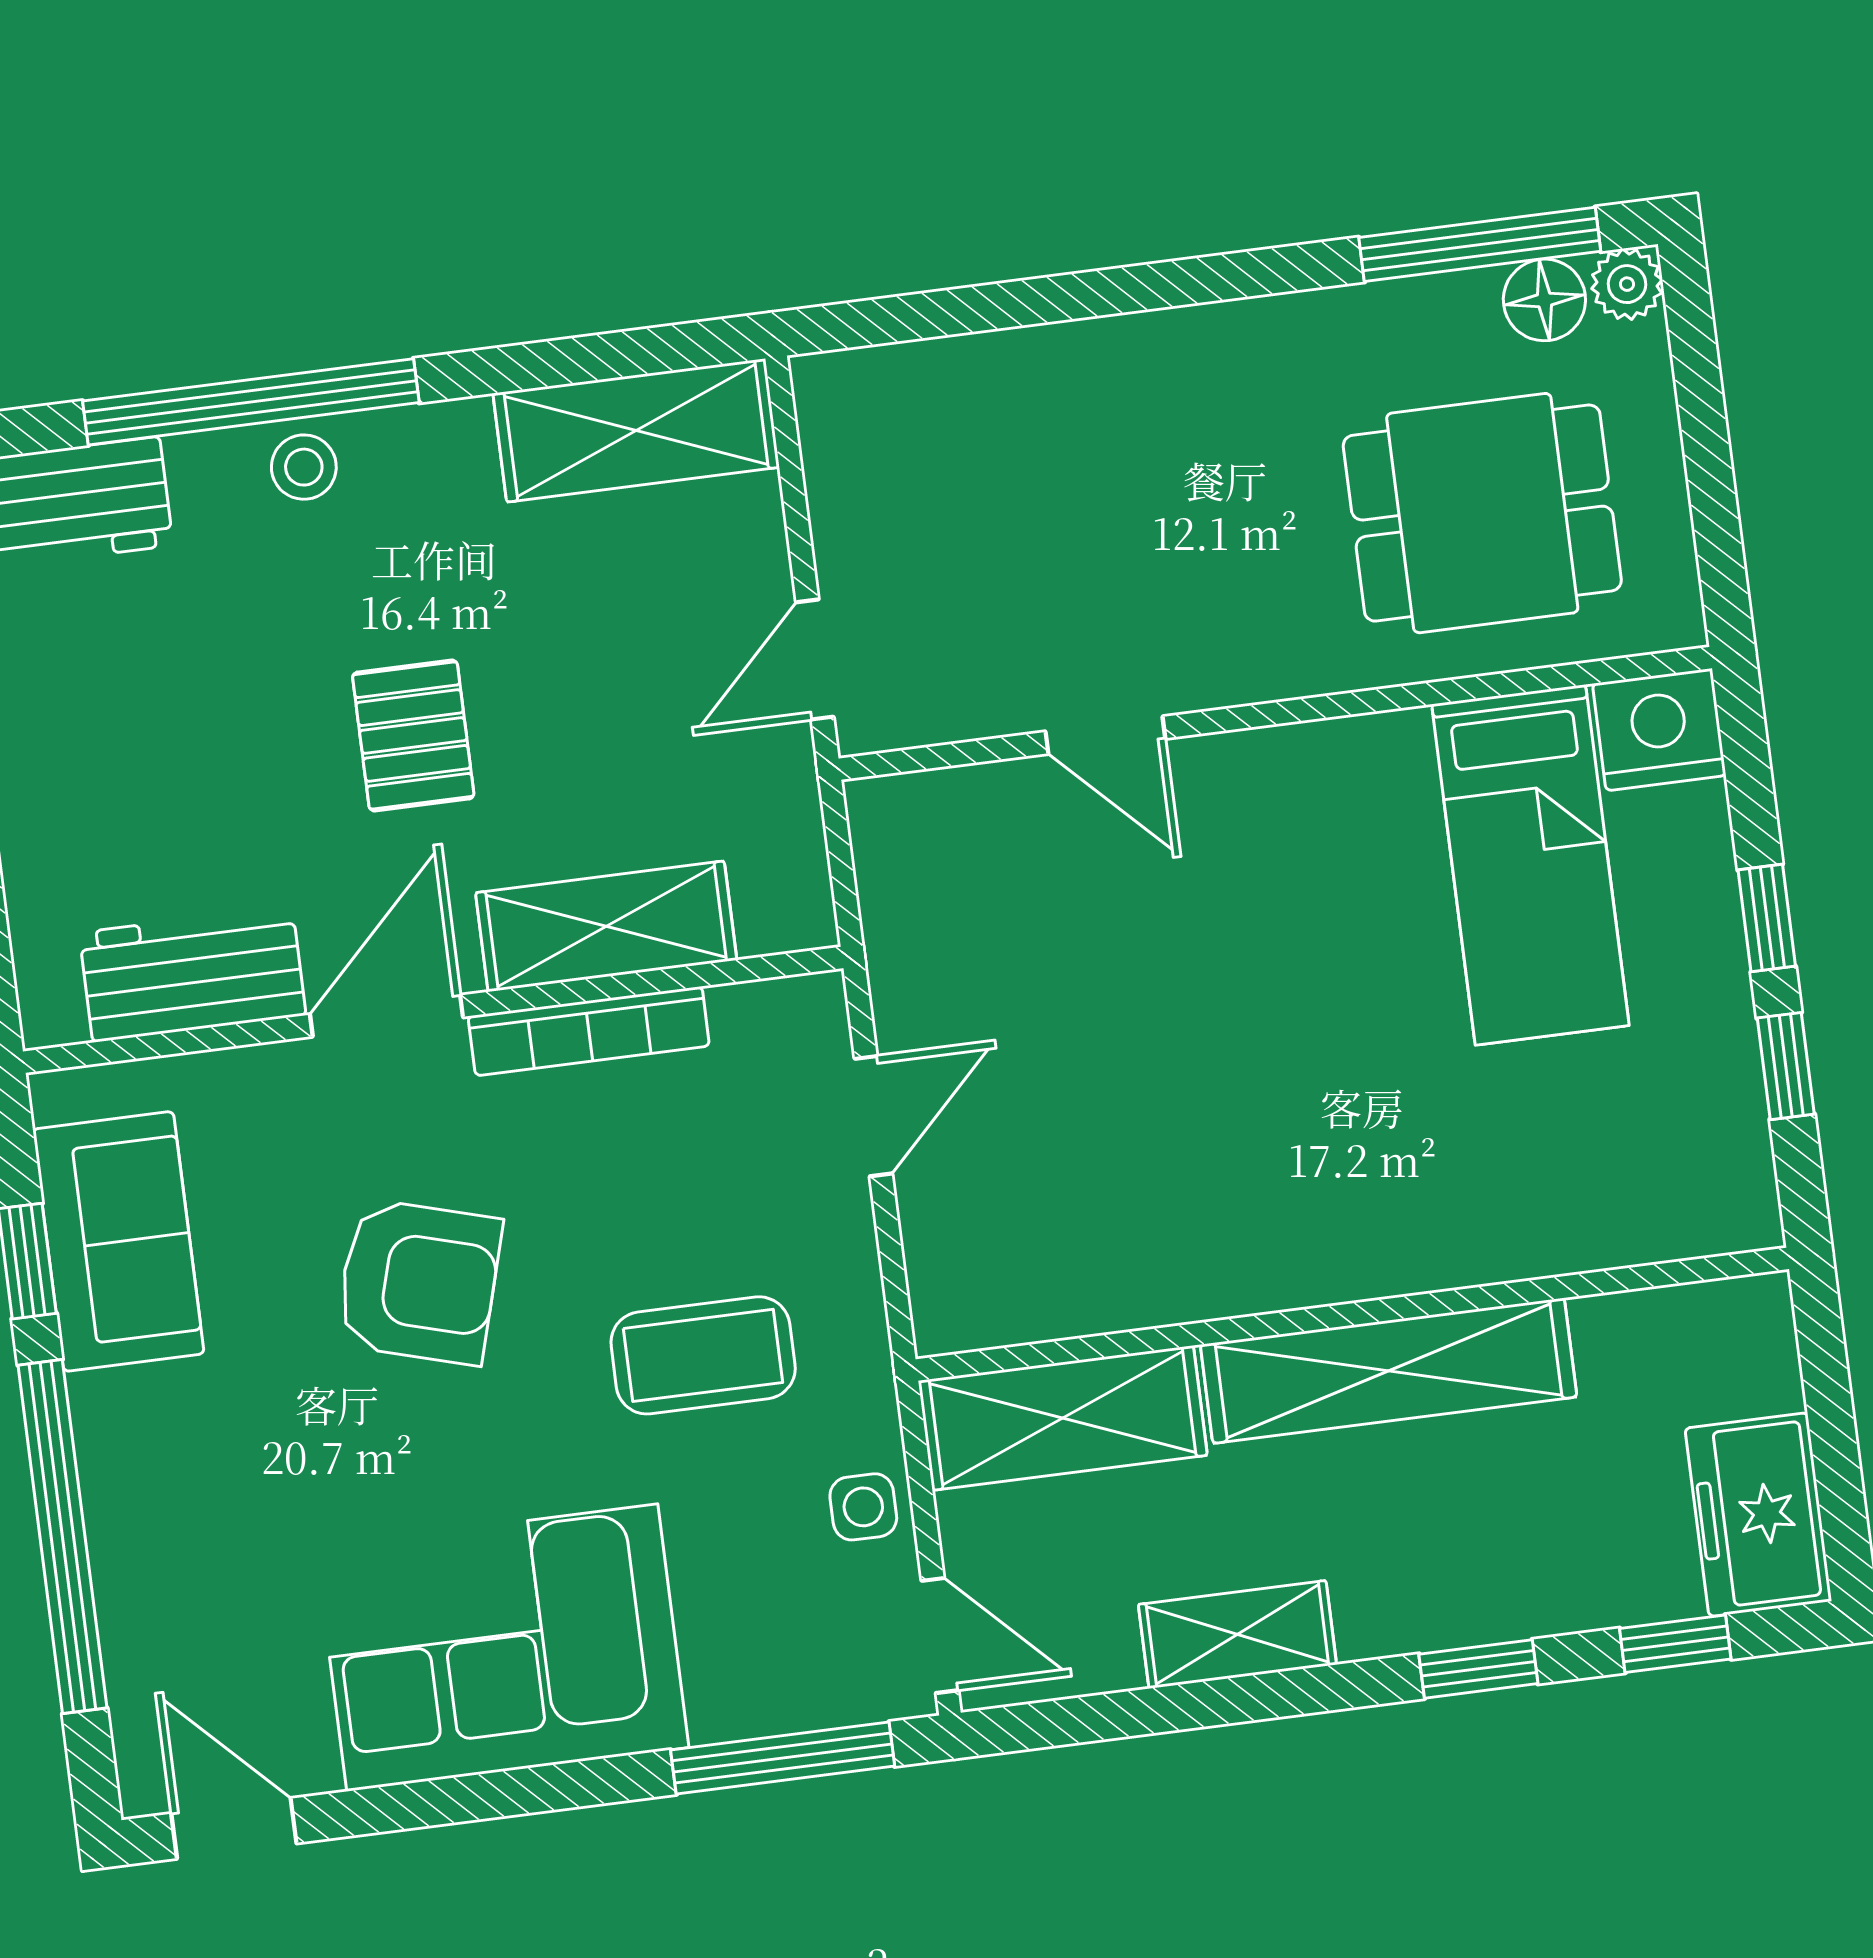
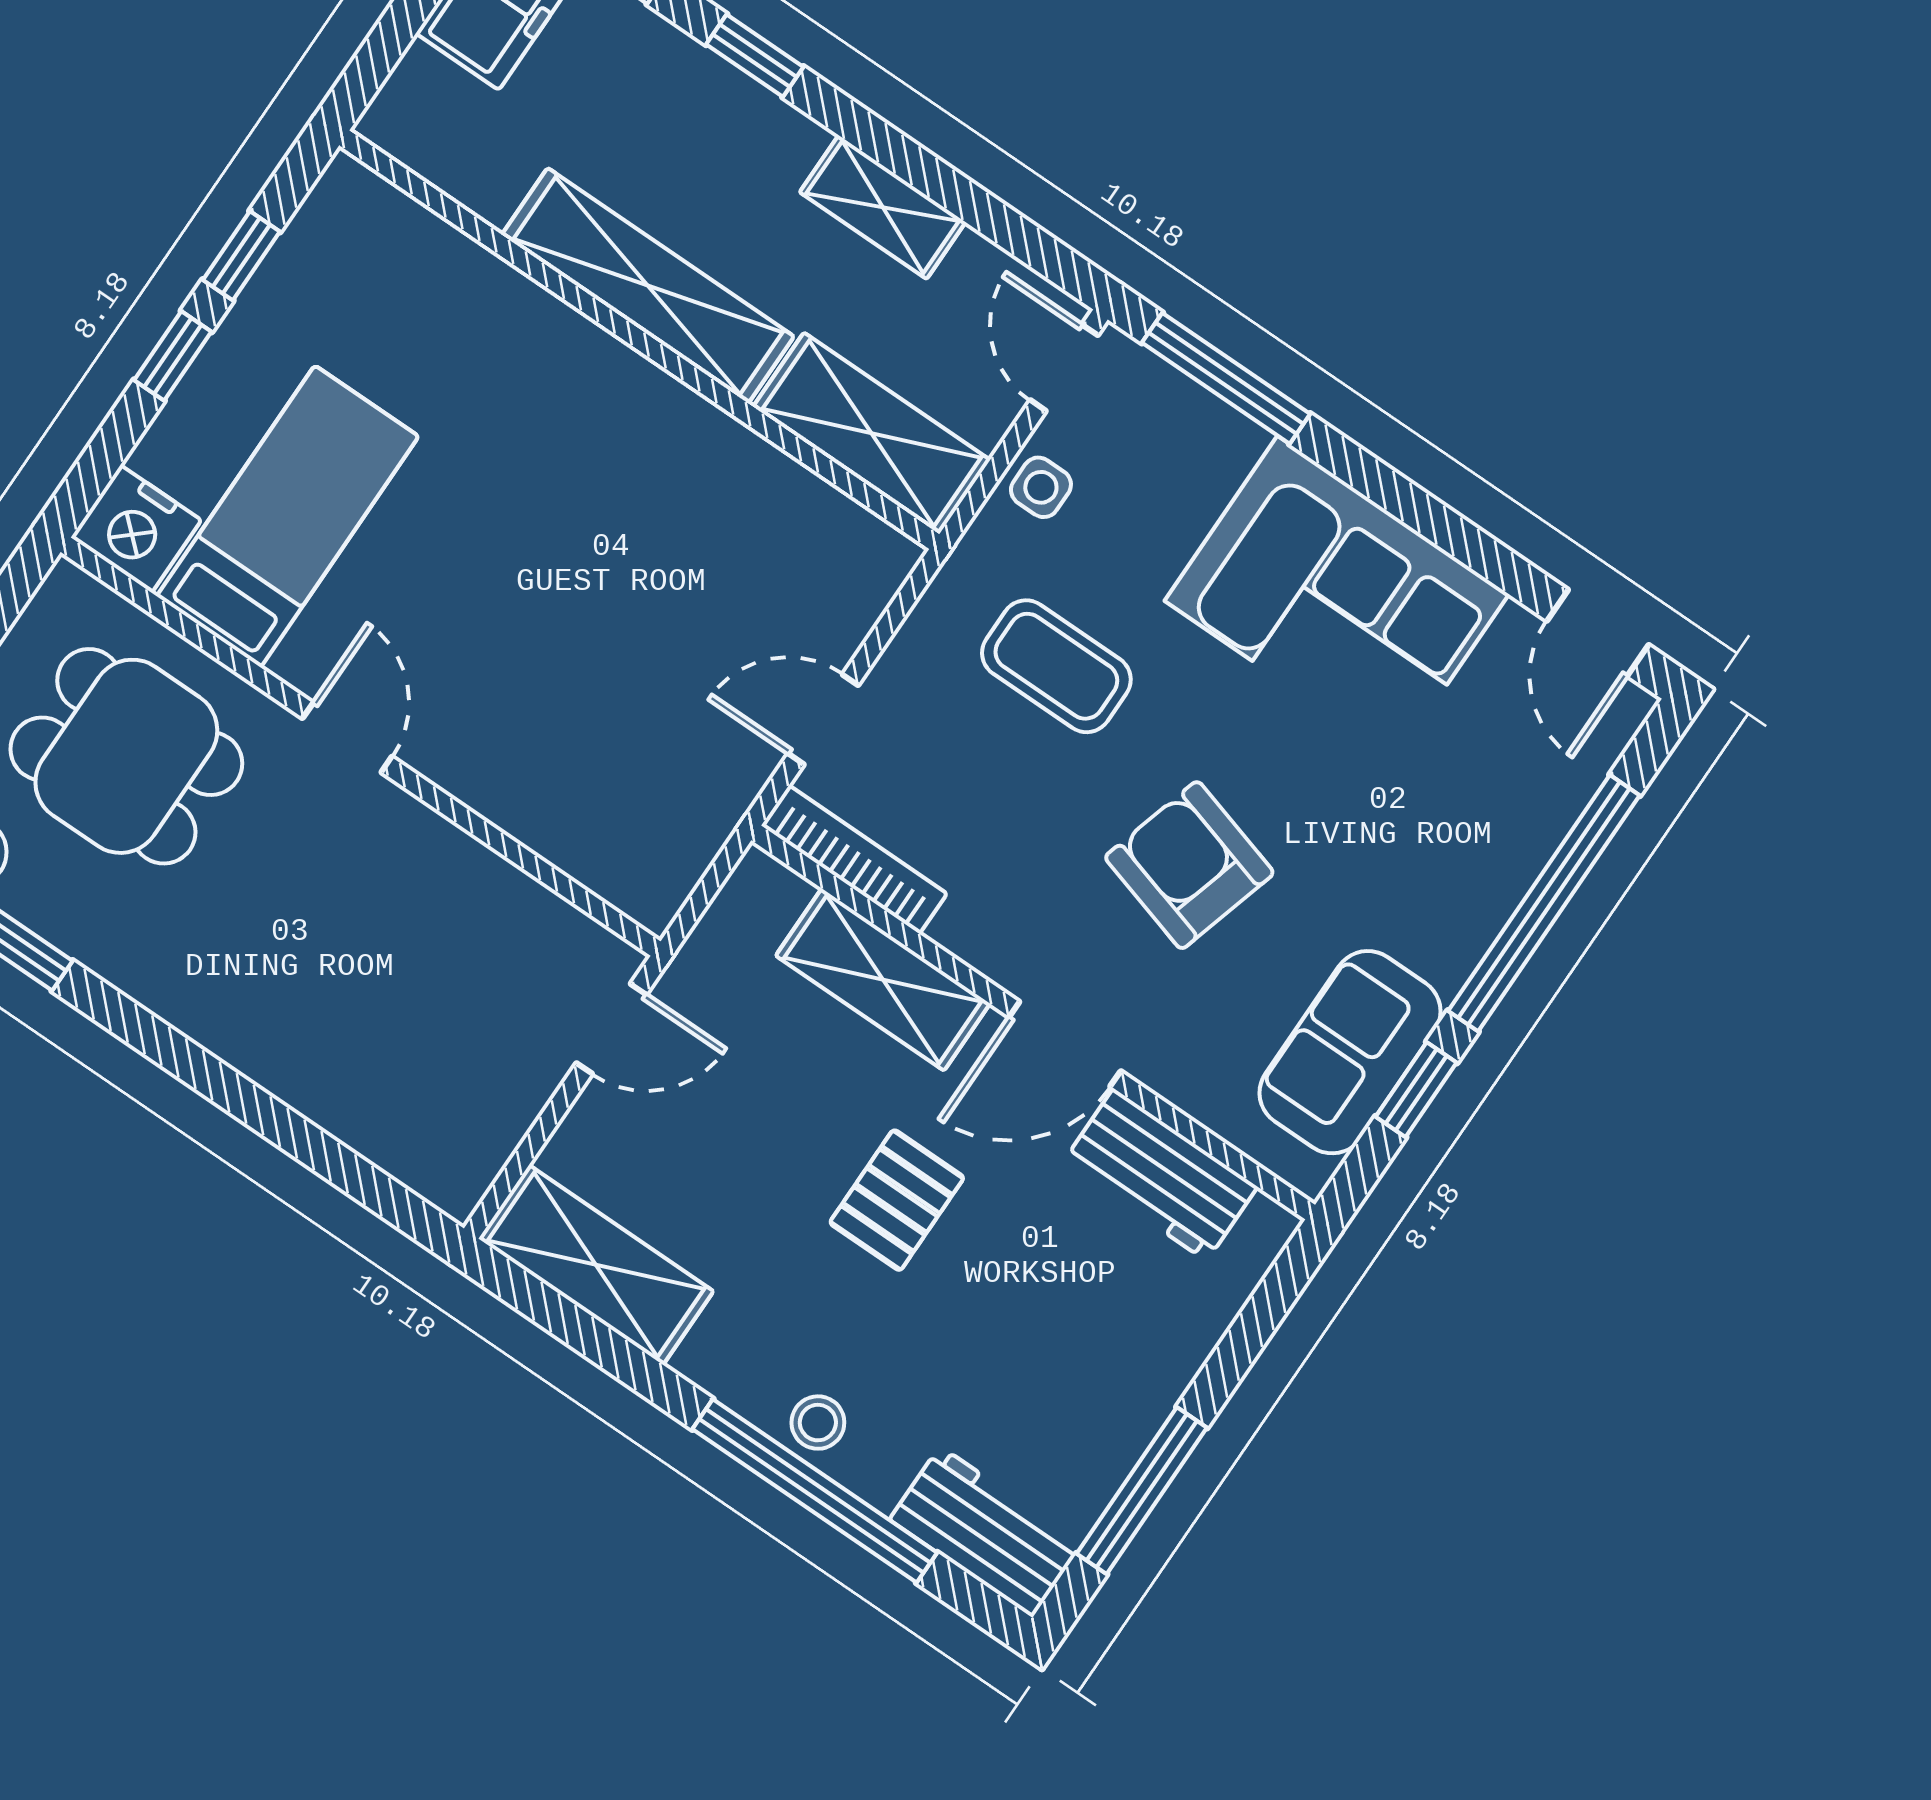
door: (1105, 735) -> (347, 737), moved
bookcase: (589, 1031) -> (854, 860), moved

